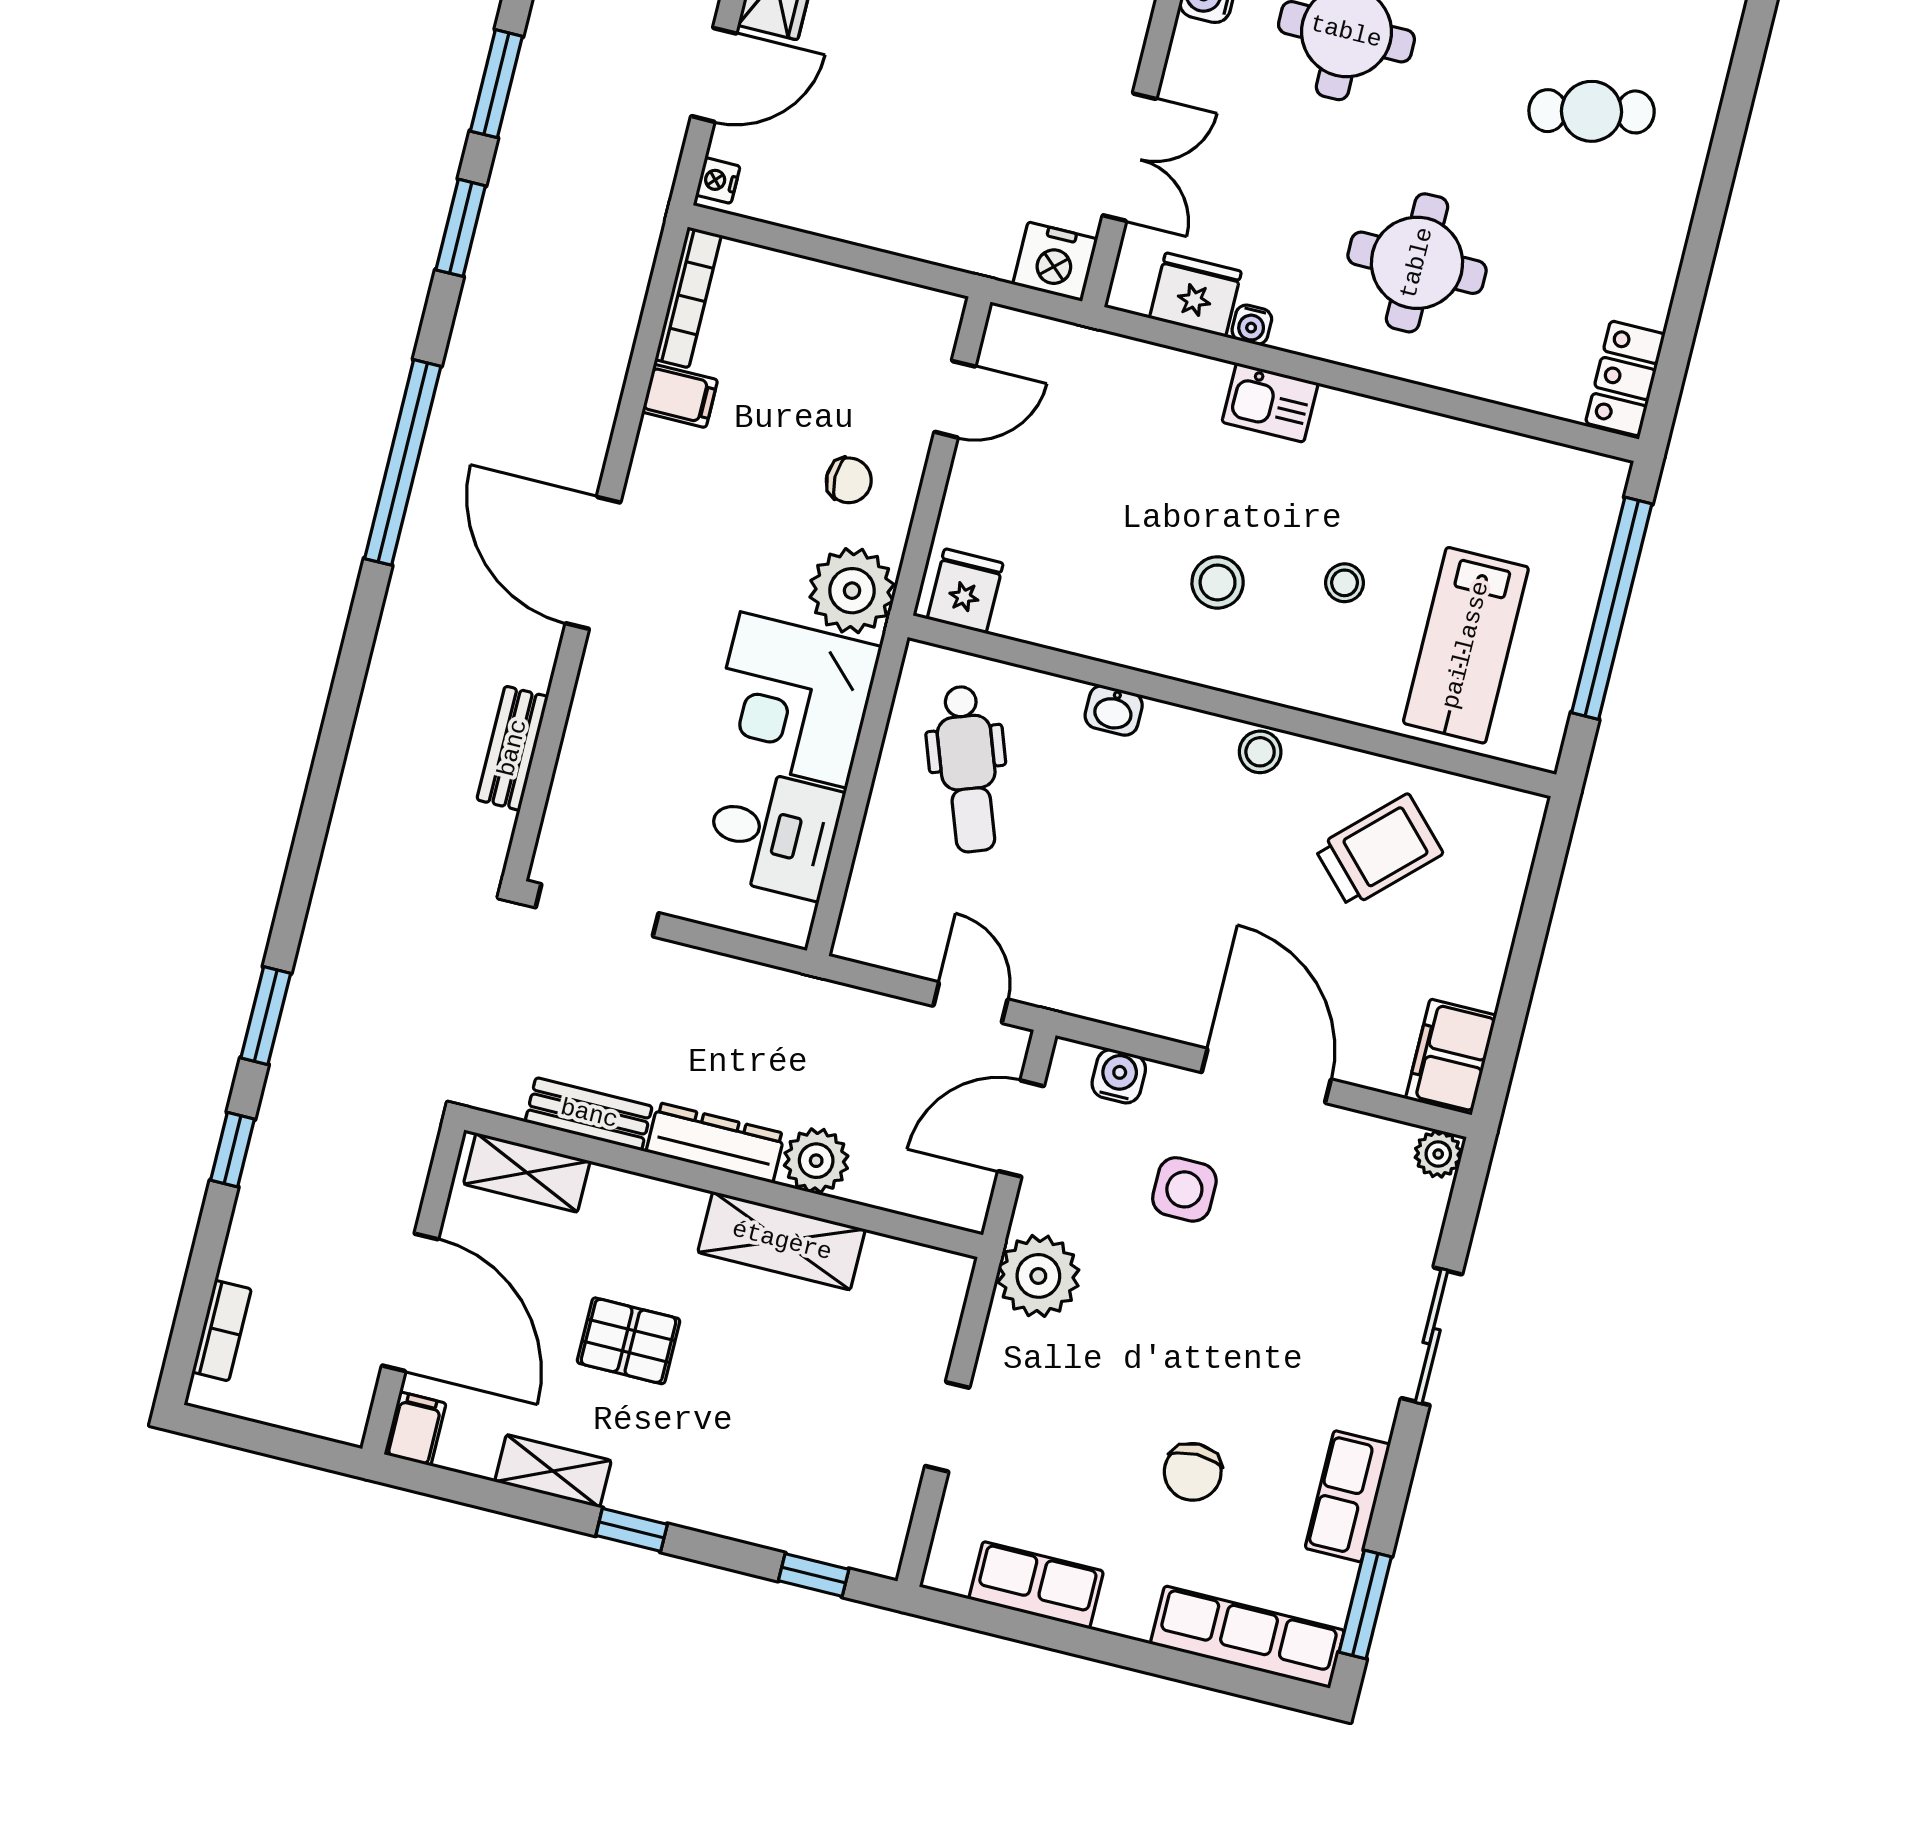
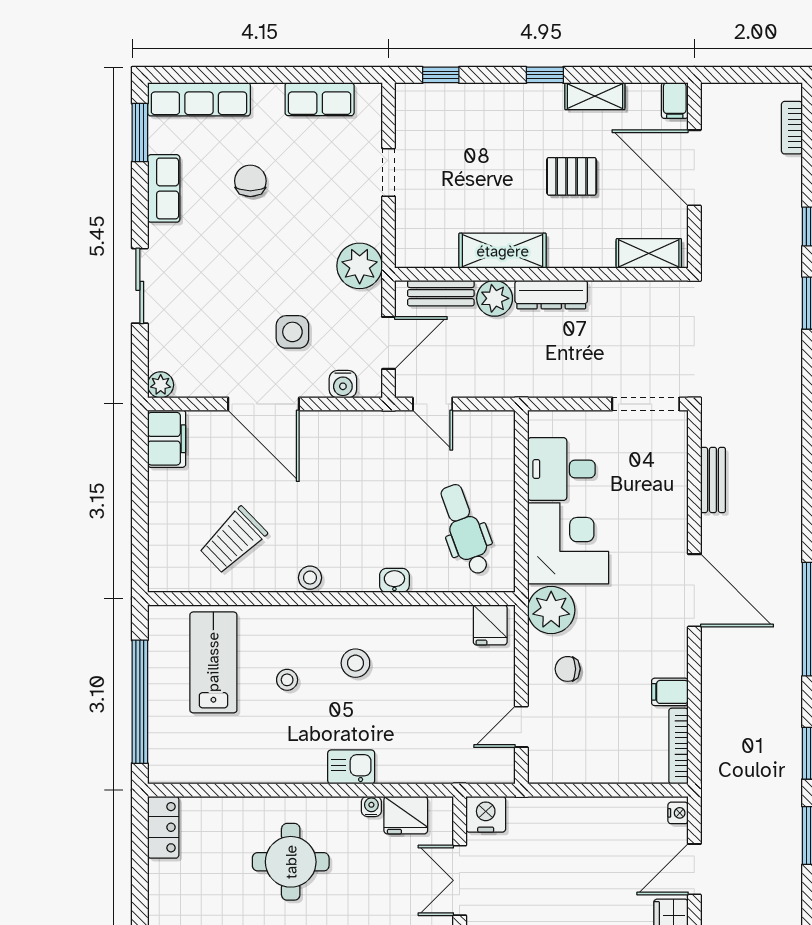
bench: (589, 1114) -> (441, 293), moved

